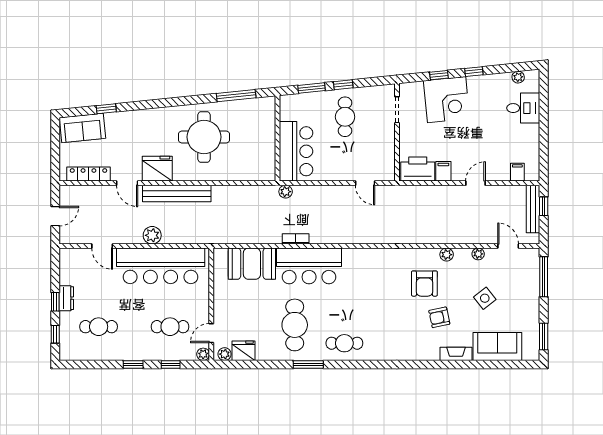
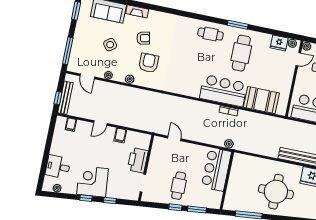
corner desk: (447, 100) -> (93, 181), moved
printer: (418, 169) -> (138, 160), moved, turned 90

